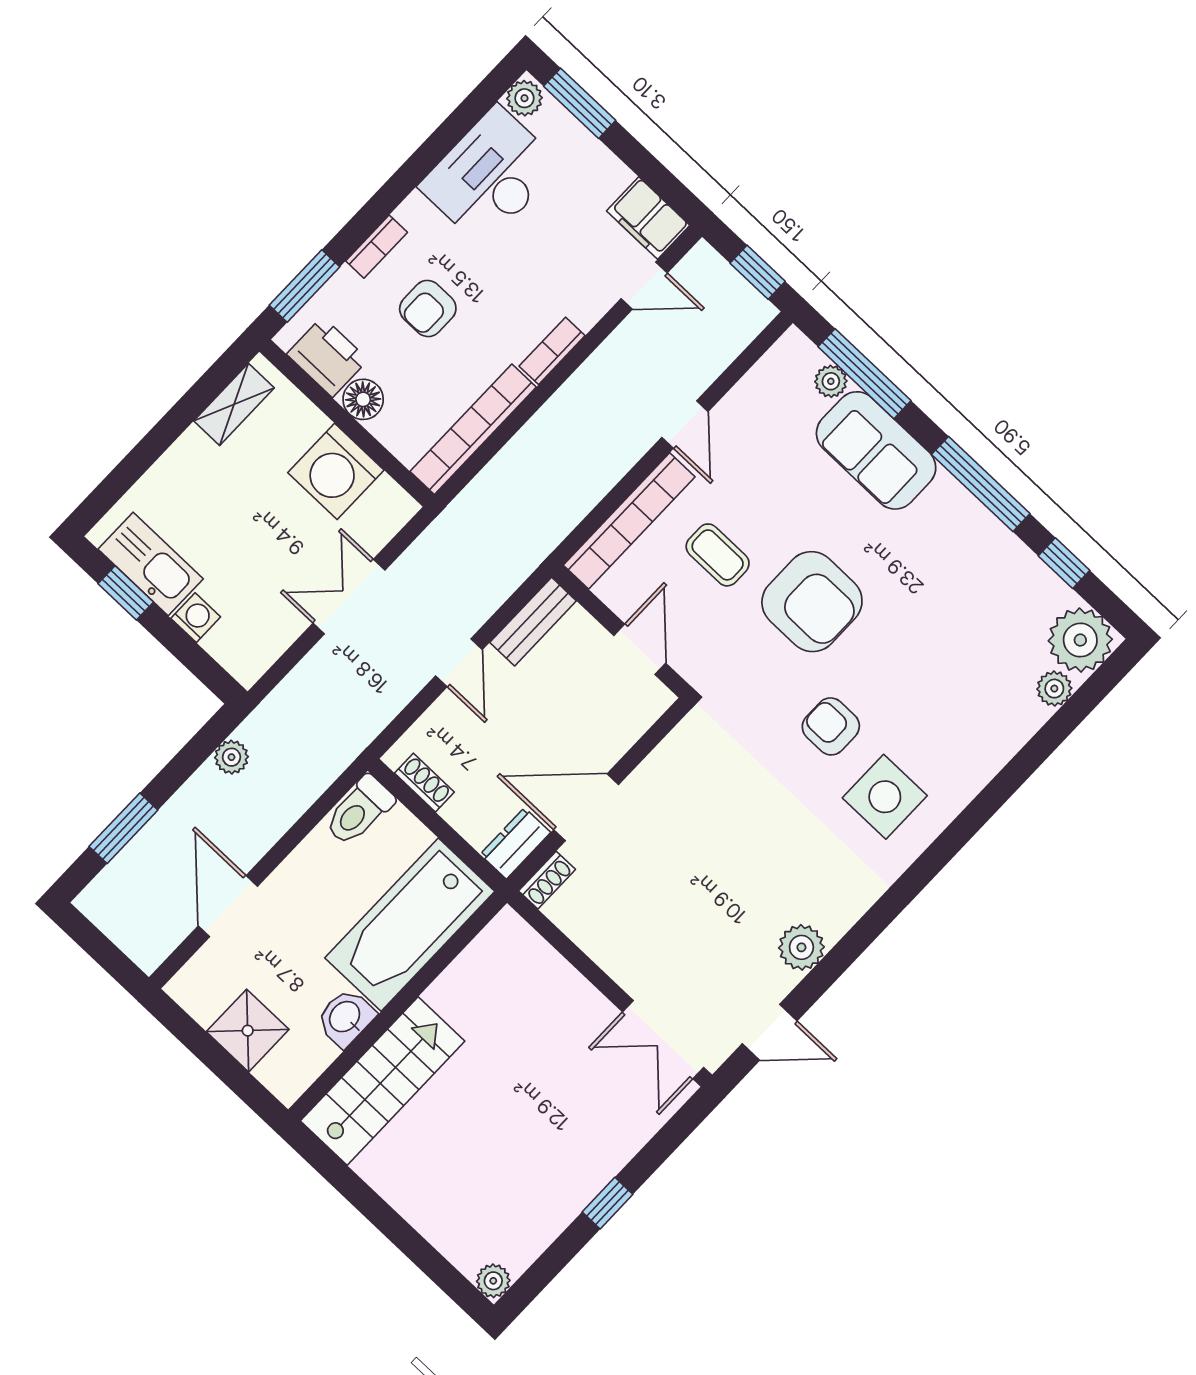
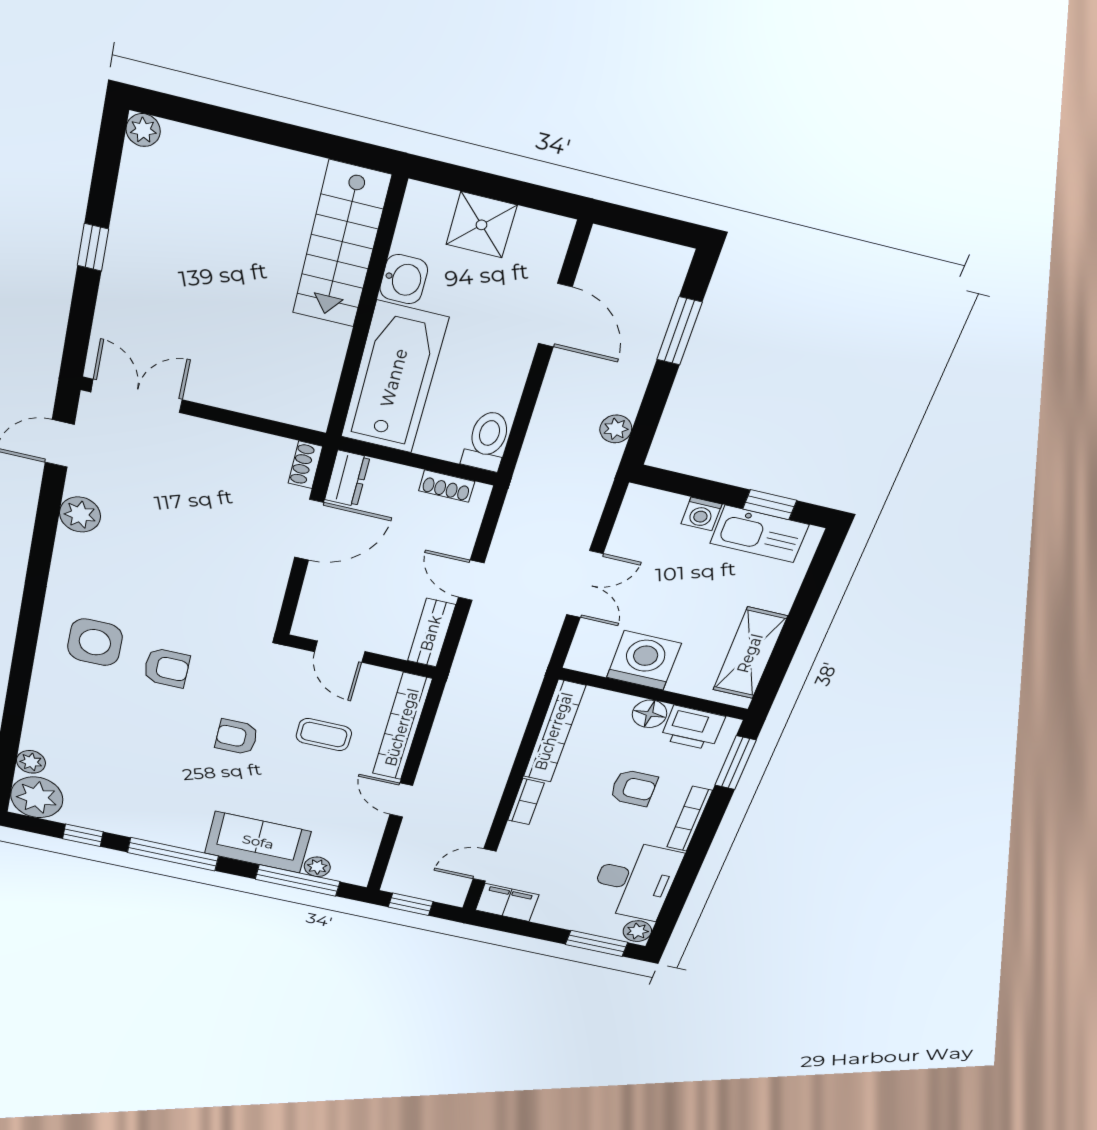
bookcase: (377, 247) -> (690, 819), width x1.56
armchair: (428, 308) -> (634, 788), turned 90
shelving: (234, 404) -> (750, 653), width x1.50, depth x1.33
armchair: (812, 602) -> (237, 737), width x0.53, depth x0.53

